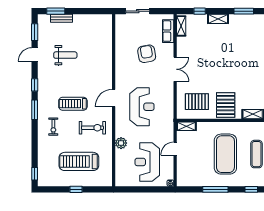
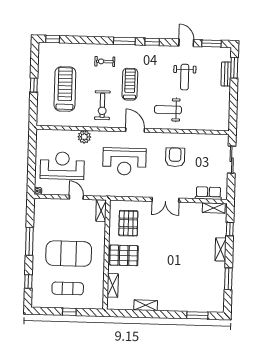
armchair: (147, 54) -> (175, 157), moved, turned -80
weight bench: (95, 69) -> (168, 110), added

